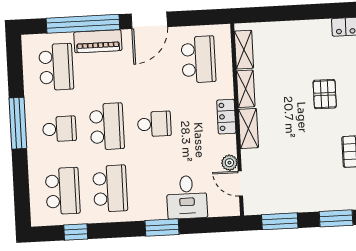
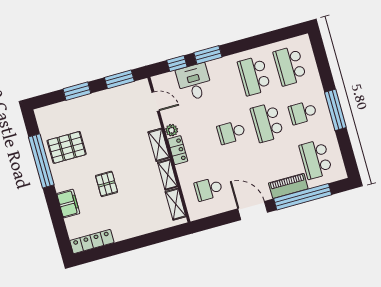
door: (149, 20) -> (253, 211), hinge flipped
school desk: (198, 59) -> (209, 189), width x0.54
plant: (229, 163) -> (172, 130), moved
window: (76, 232) -> (177, 63), moved

